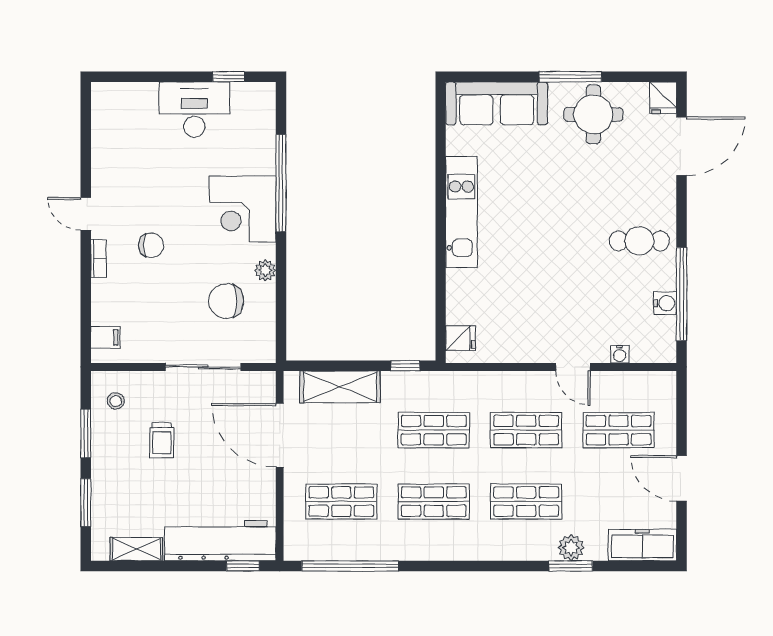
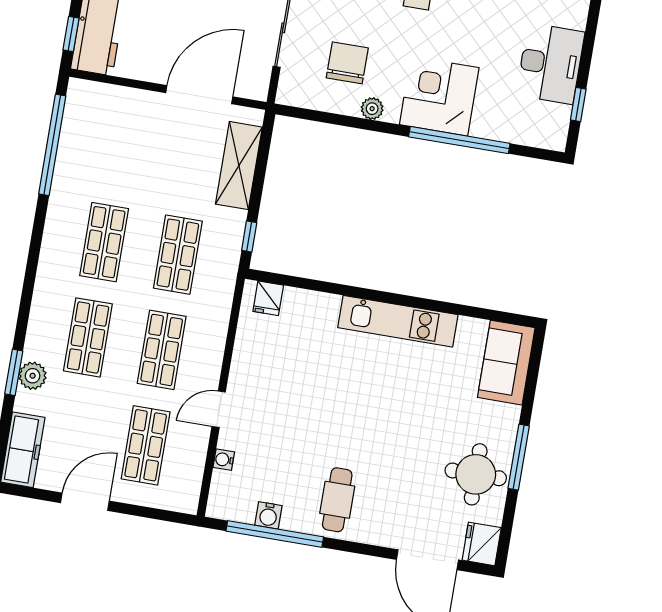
fridge: (663, 98) -> (482, 544), width x1.38
sofa: (497, 103) -> (506, 363), width x0.73
shop shelf: (341, 502) -> (120, 147), removed

